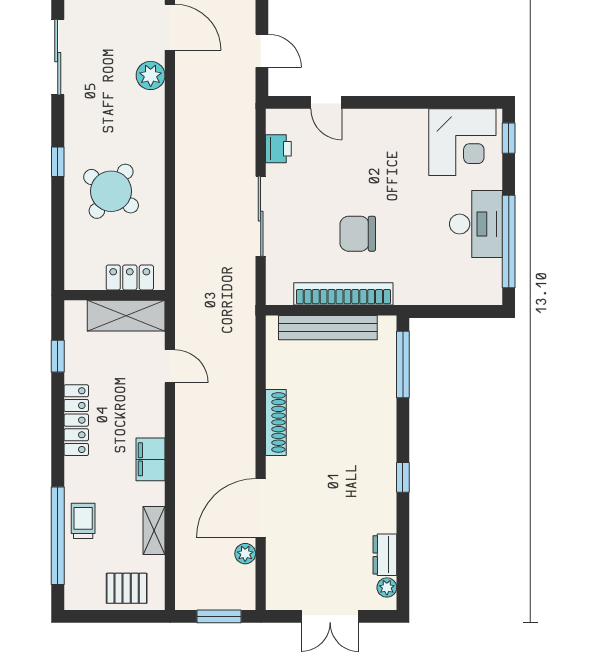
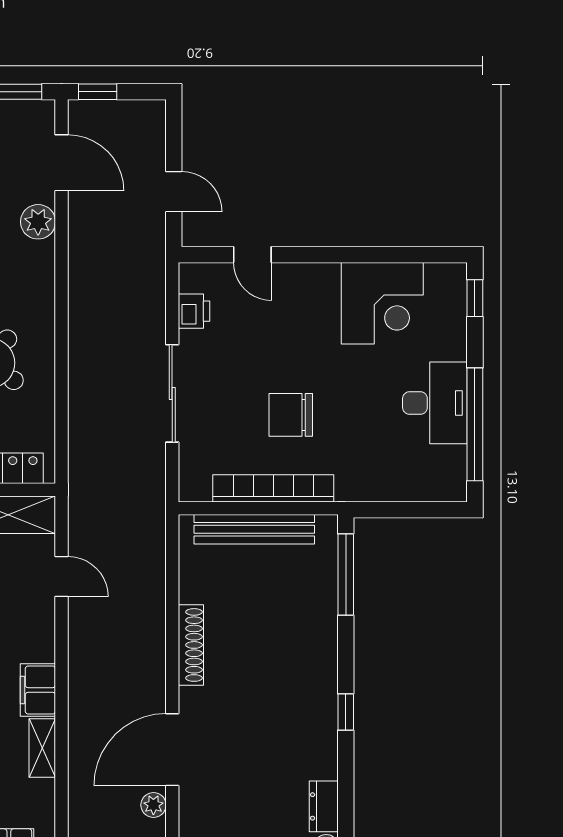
corner desk: (462, 142) -> (382, 303), moved
shelving: (154, 530) -> (42, 748), moved

